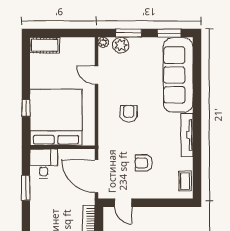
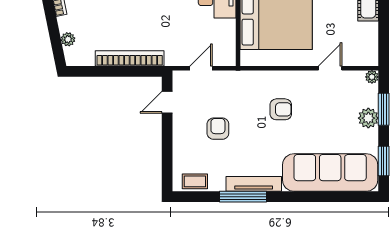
plant: (121, 45) -> (368, 118), moved
window: (197, 143) -> (243, 197), added
door: (96, 176) -> (201, 68), width x0.53

